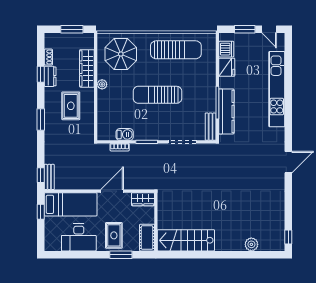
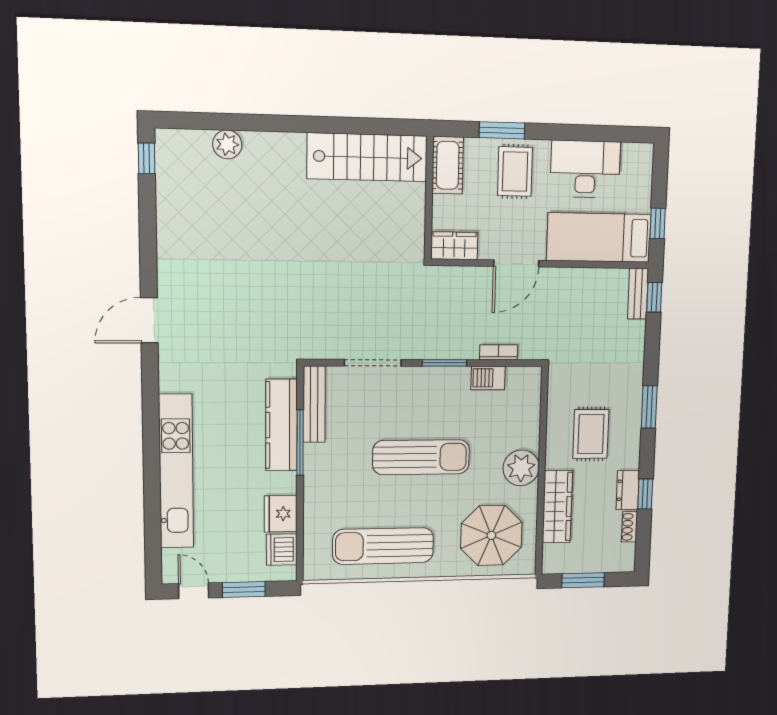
plant: (102, 84) -> (521, 468), width x1.87, depth x1.87
bench: (211, 127) -> (314, 404), width x1.36

